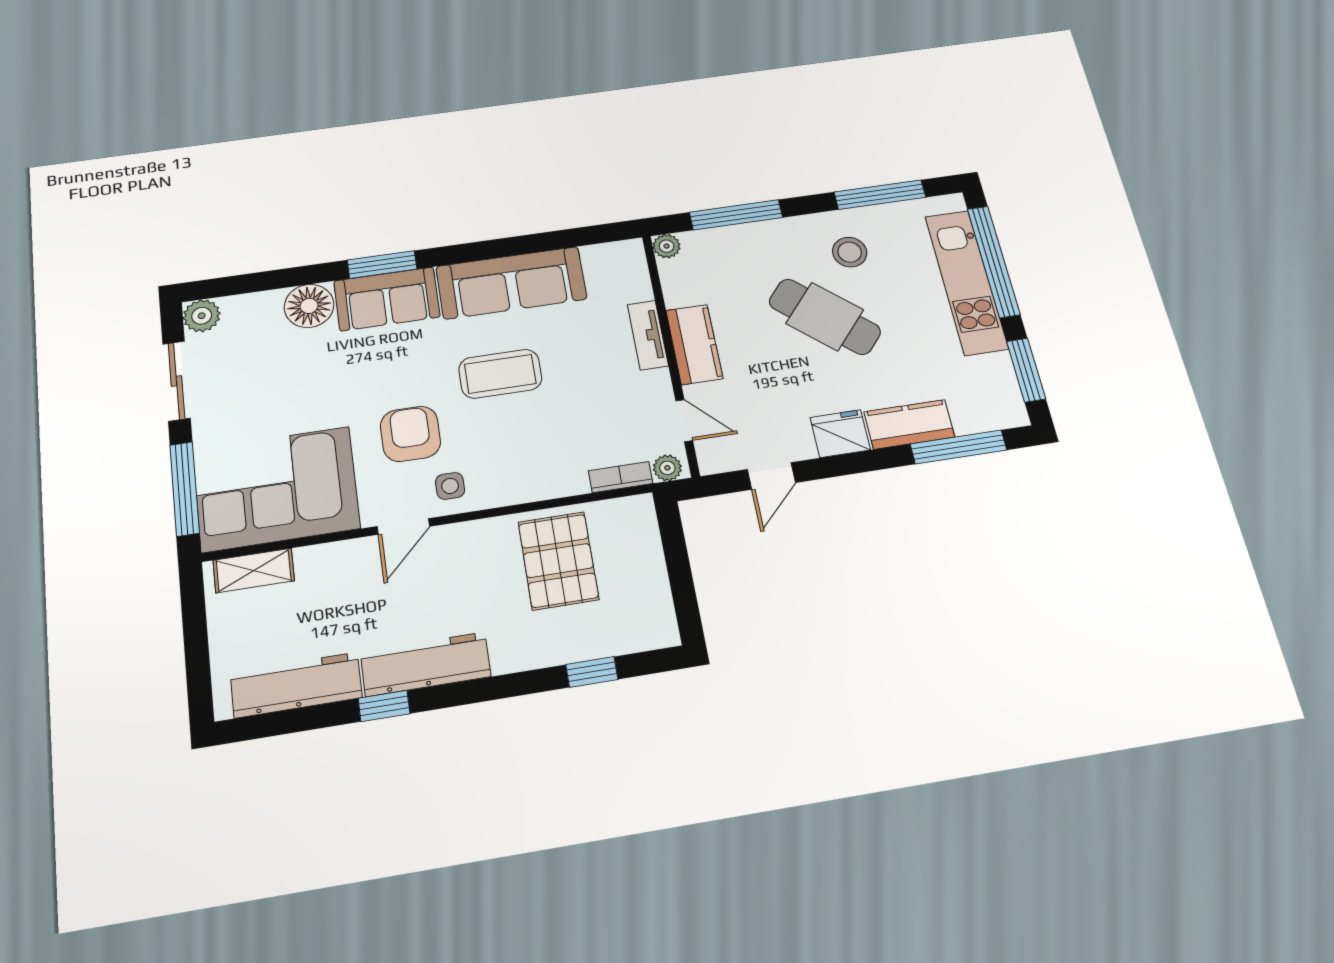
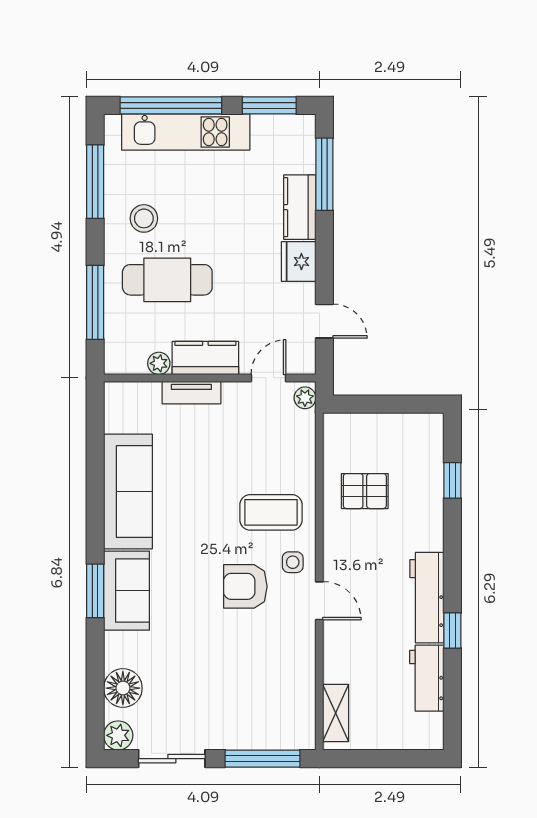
plant: (667, 246) -> (159, 363), moved
floor lamp: (309, 306) -> (123, 688), moved
cafe table: (825, 317) -> (167, 280), moved, turned 49
coffee table: (500, 374) -> (271, 512), moved, turned 90
bookcase: (621, 477) -> (307, 434), removed
corner sofa: (276, 489) -> (274, 691), removed
pallet: (558, 561) -> (365, 491), width x0.67, depth x0.71
workbench: (296, 685) -> (427, 678), width x0.73

